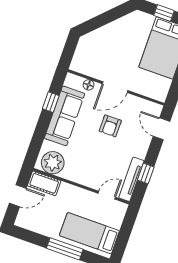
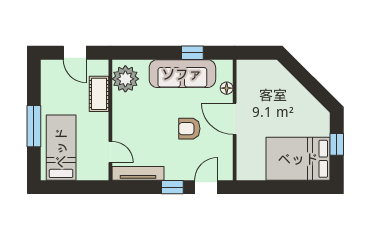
window: (146, 174) -> (172, 187), moved
cot: (44, 183) -> (99, 94), moved

